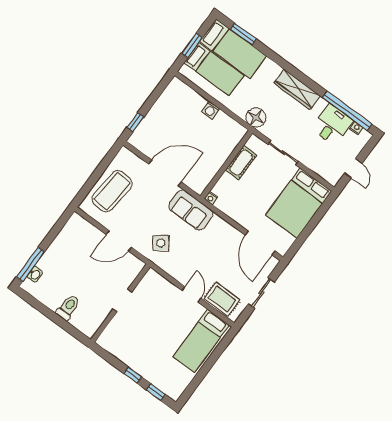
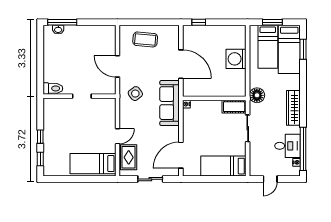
washing machine: (210, 110) -> (236, 59), width x1.89, depth x1.89
cot: (241, 163) -> (234, 107), moved
coffee table: (112, 191) -> (145, 39), width x0.73, depth x0.76
bed: (299, 203) -> (223, 166), width x0.67
sofa: (191, 210) -> (170, 103), width x1.36
toilet: (68, 307) -> (53, 88), moved

